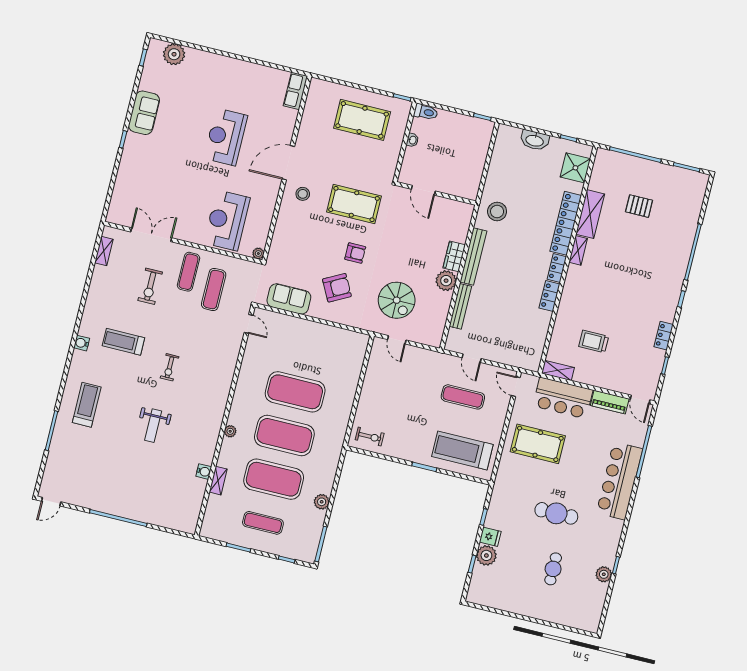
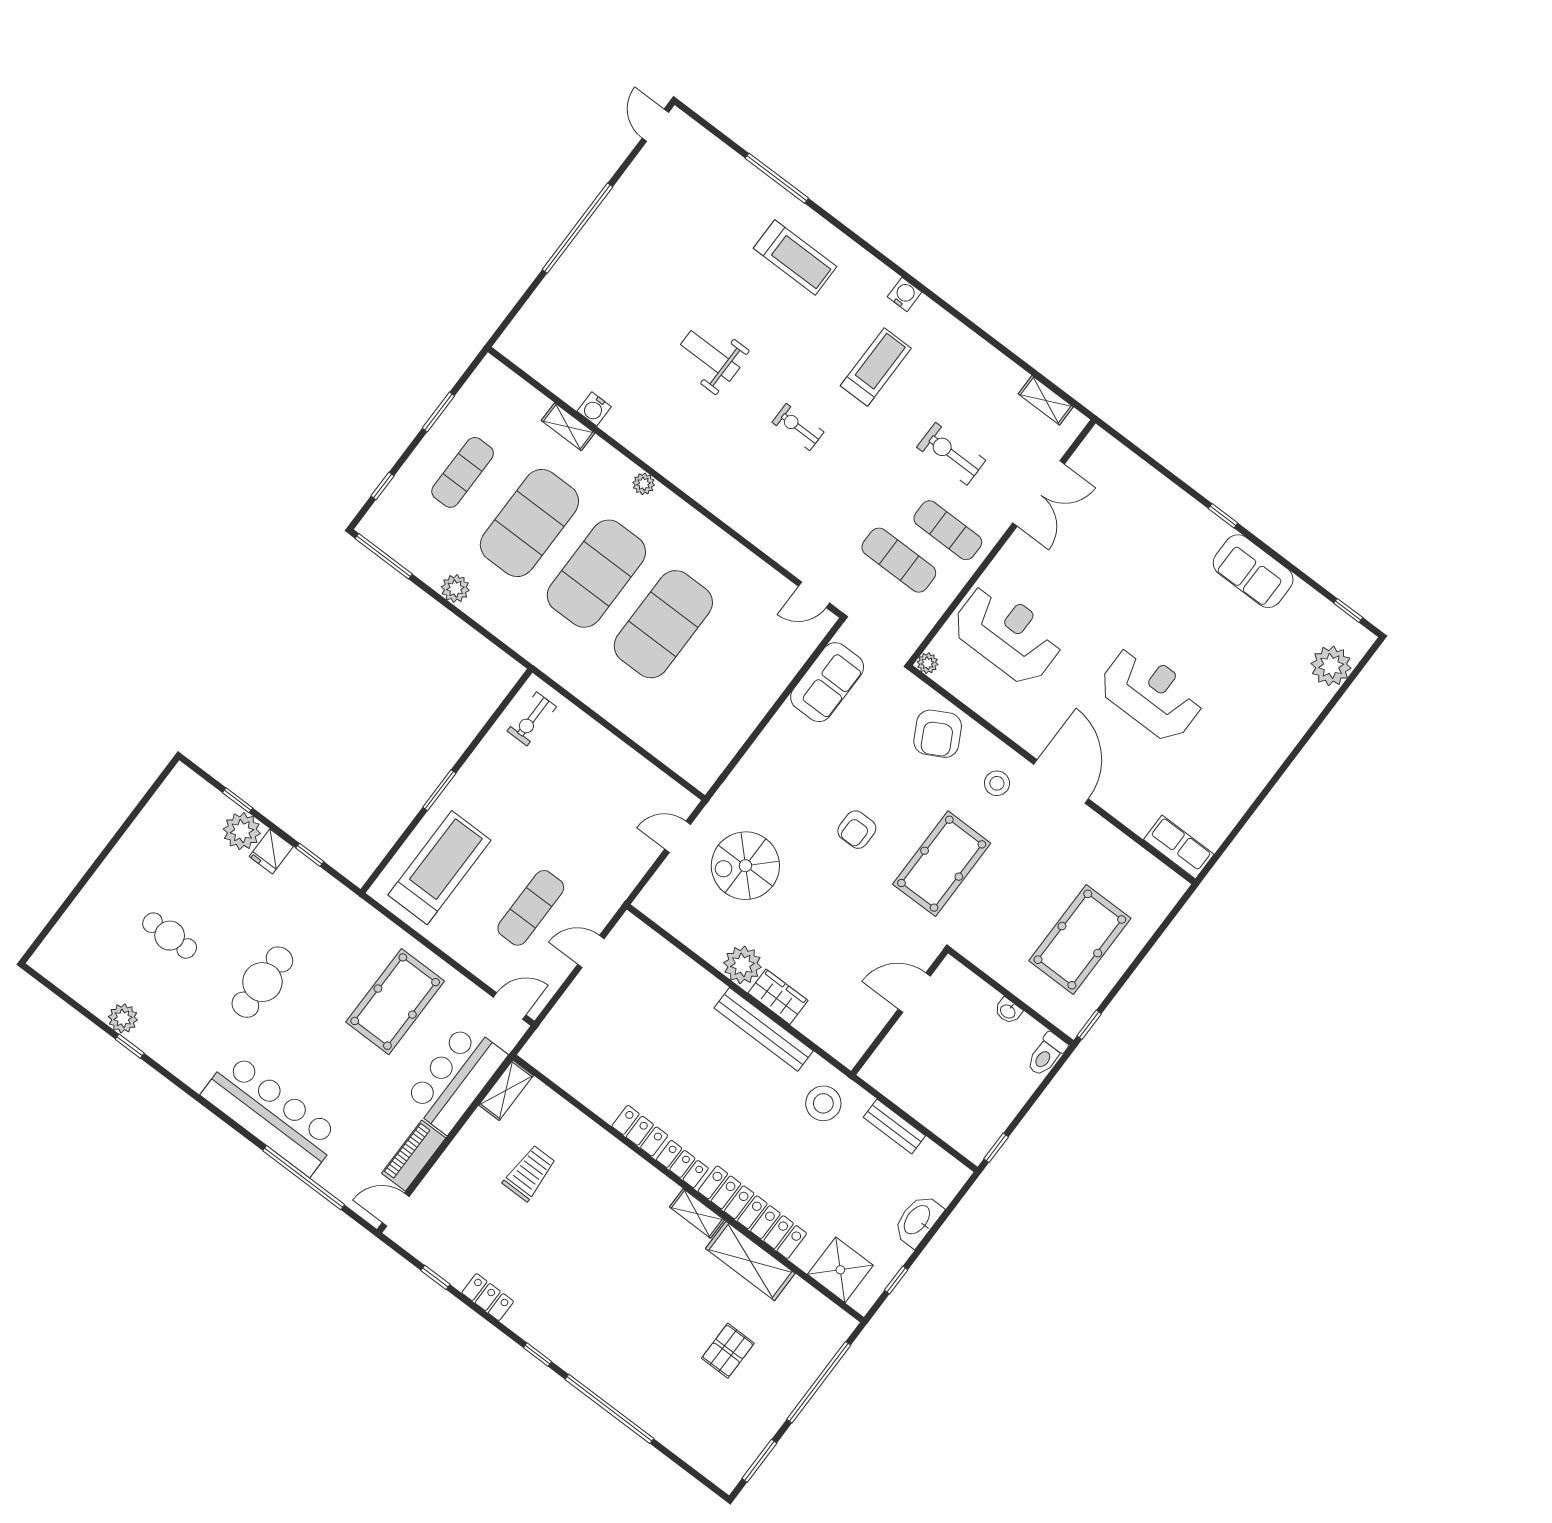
armchair: (337, 288) -> (938, 734), moved
bench: (460, 306) -> (894, 1127), moved, width x0.73

